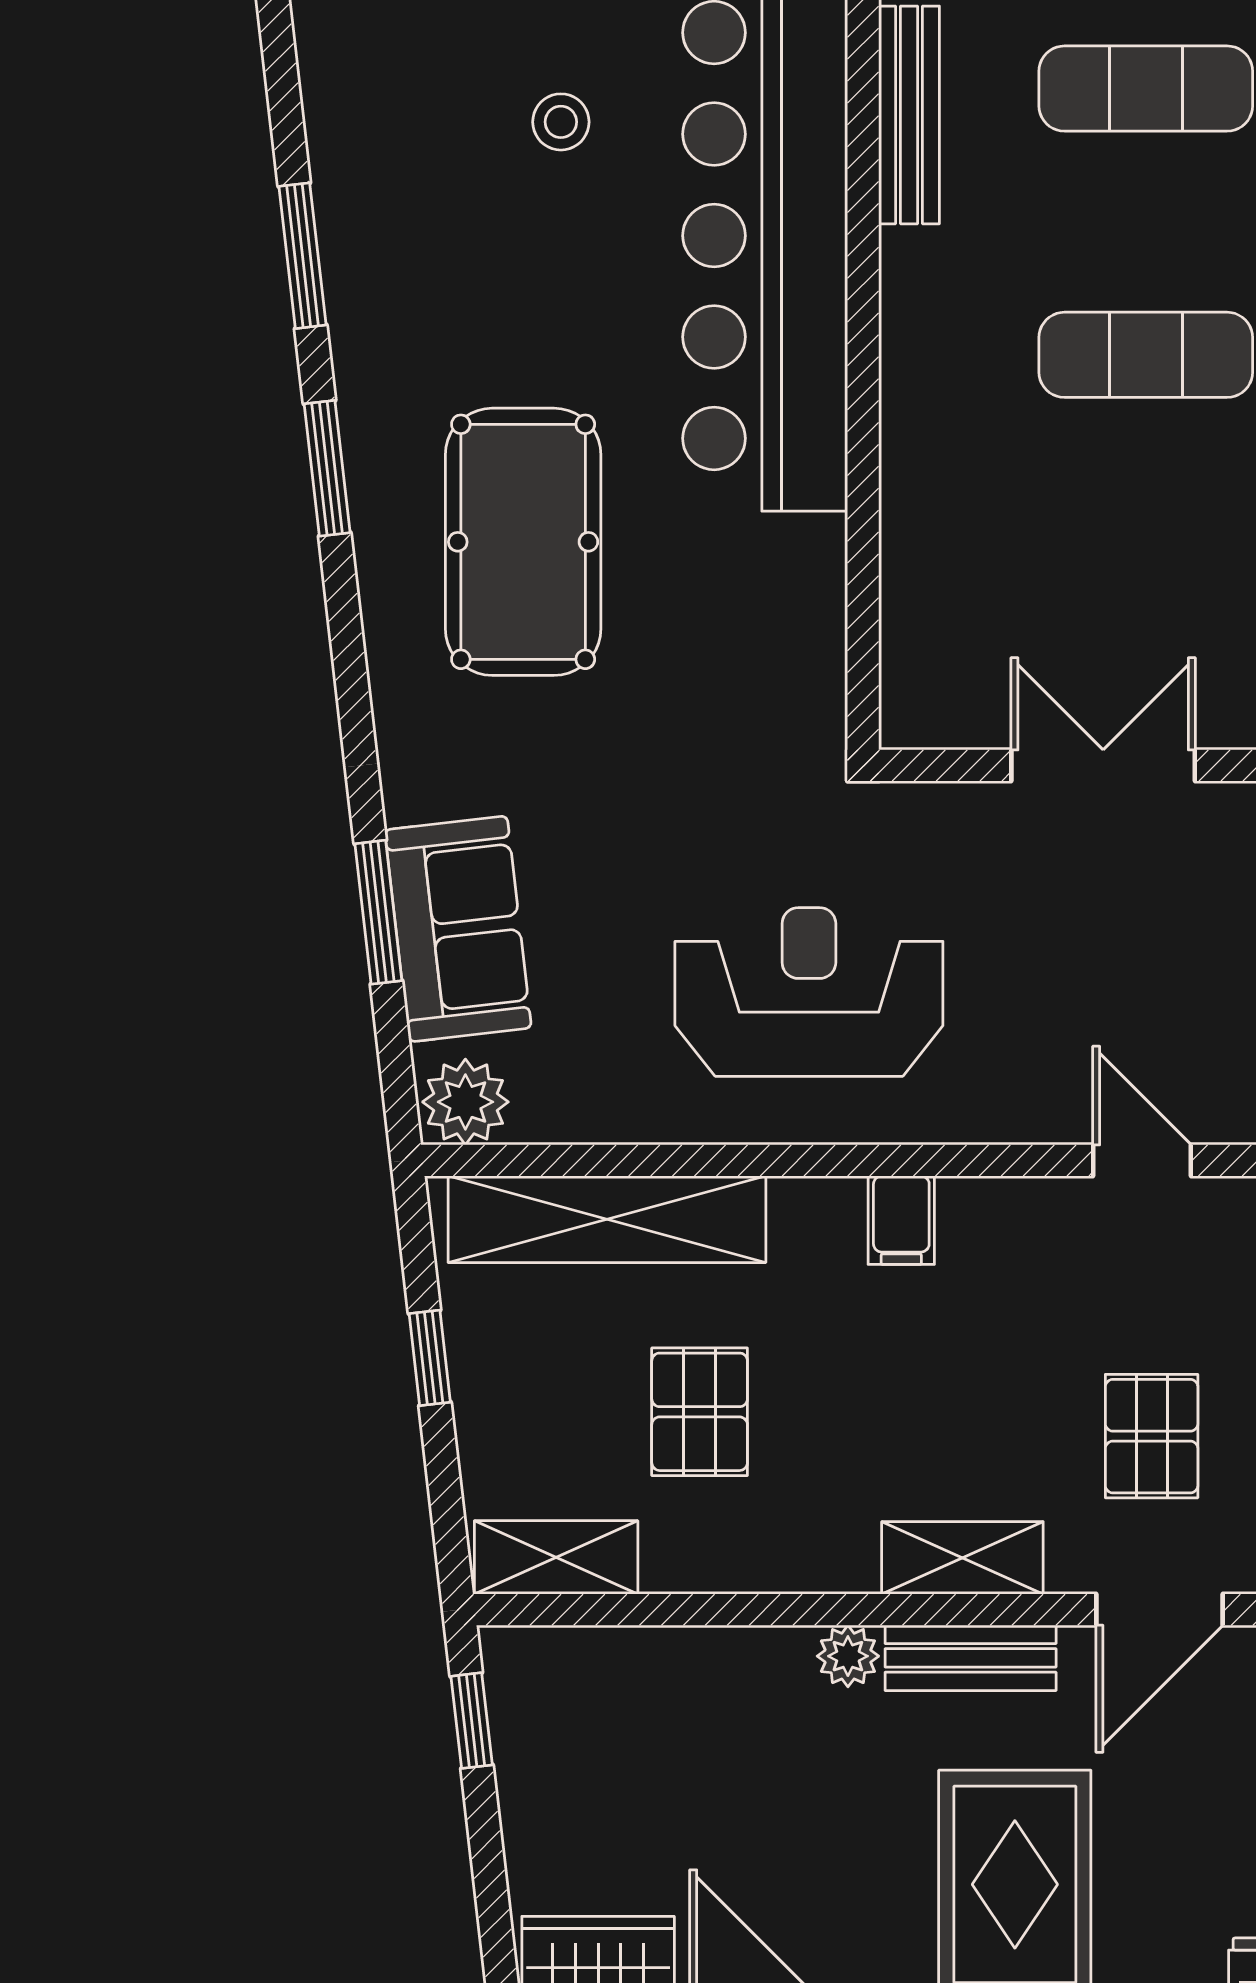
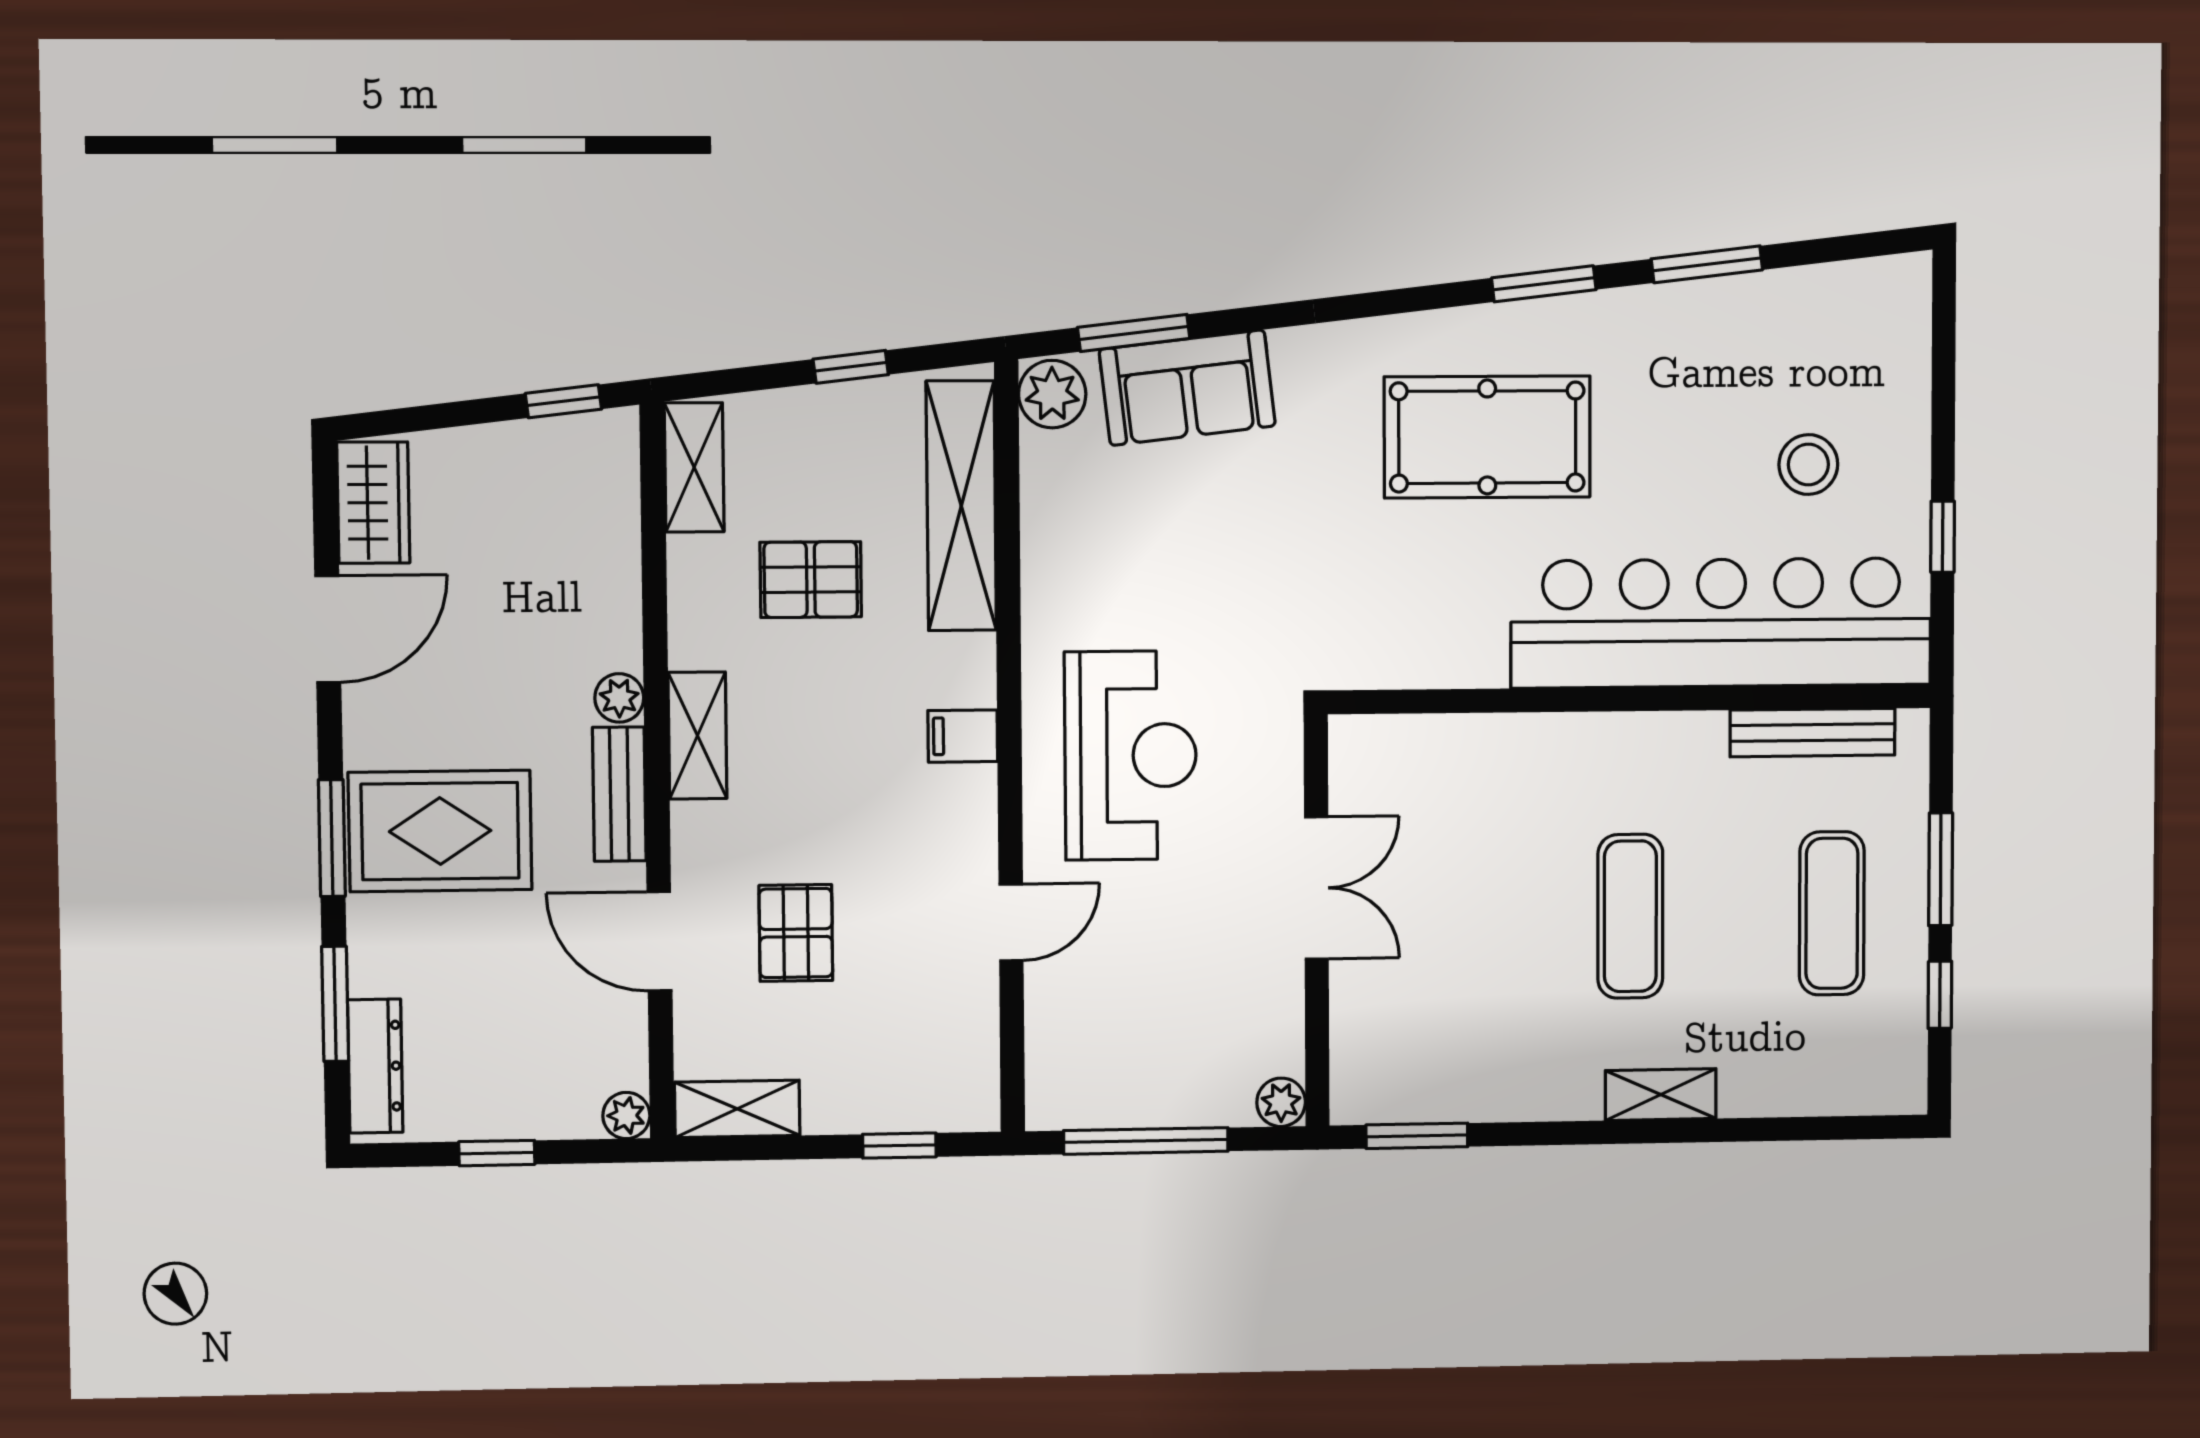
stool: (561, 122) -> (1808, 465), width x1.37, depth x1.37
window: (378, 912) -> (1134, 333), moved
reception desk: (809, 992) -> (1131, 755), moved
pallet: (1152, 1436) -> (796, 933), turned 90
shelving: (962, 1558) -> (697, 735), moved

